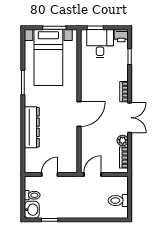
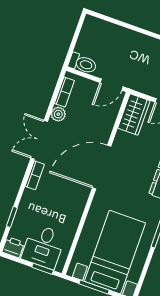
door: (79, 114) -> (102, 167), width x1.36
wardrobe: (69, 159) -> (134, 114), added
toilet: (118, 201) -> (83, 64), moved

